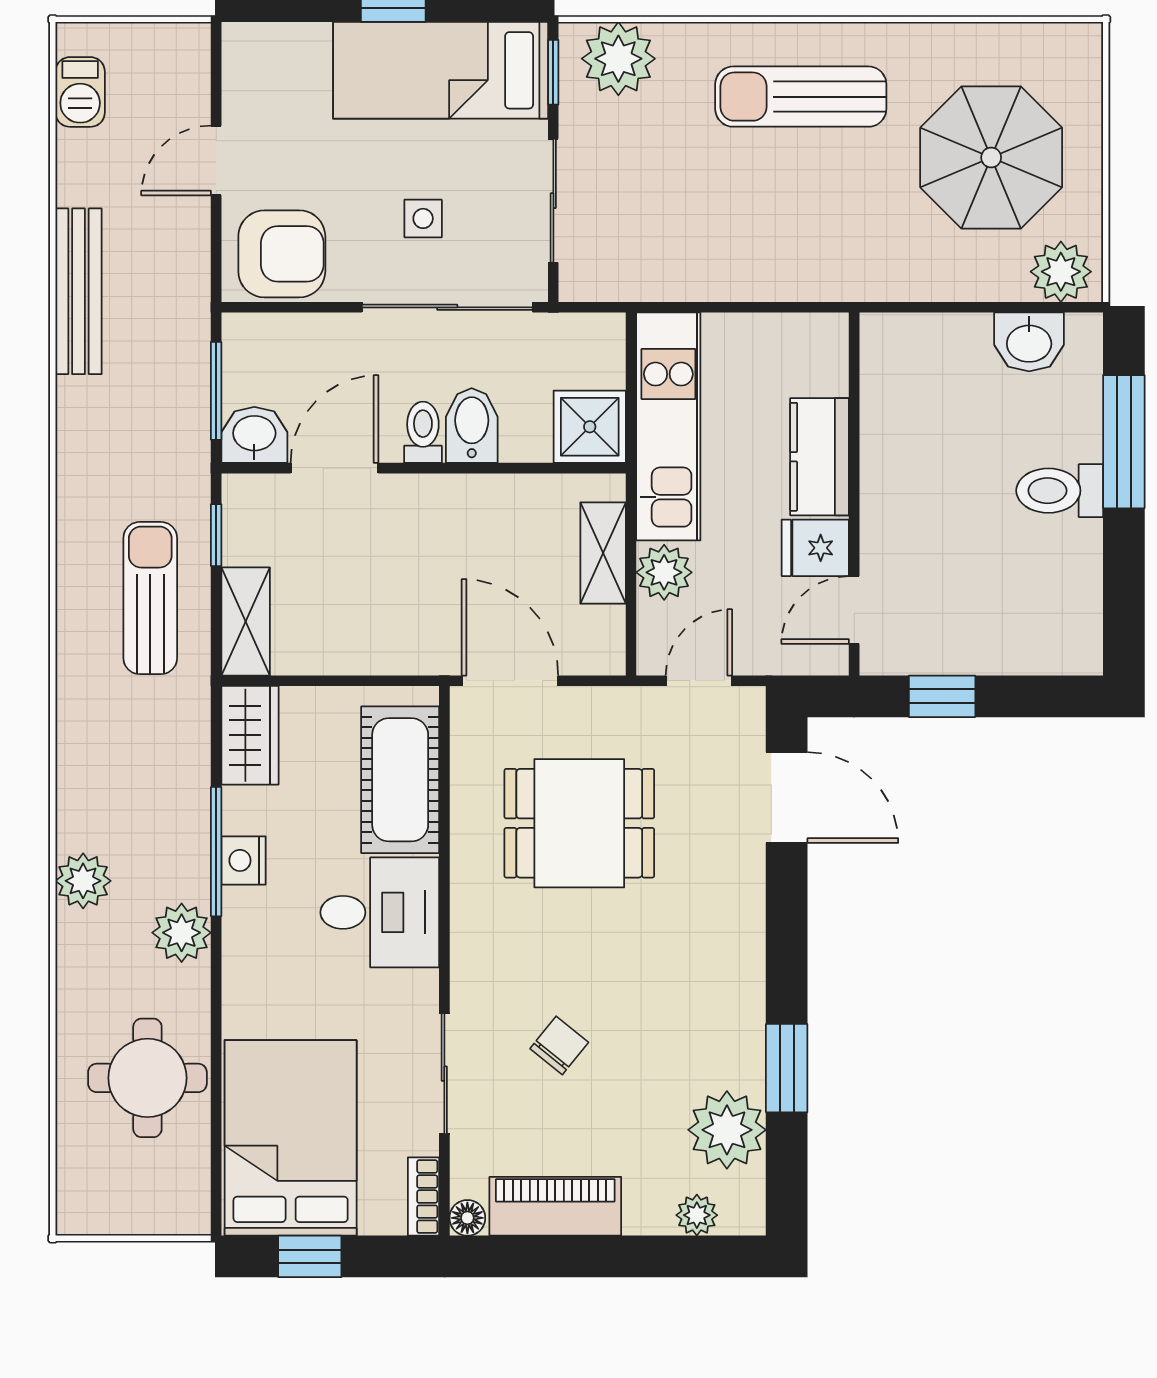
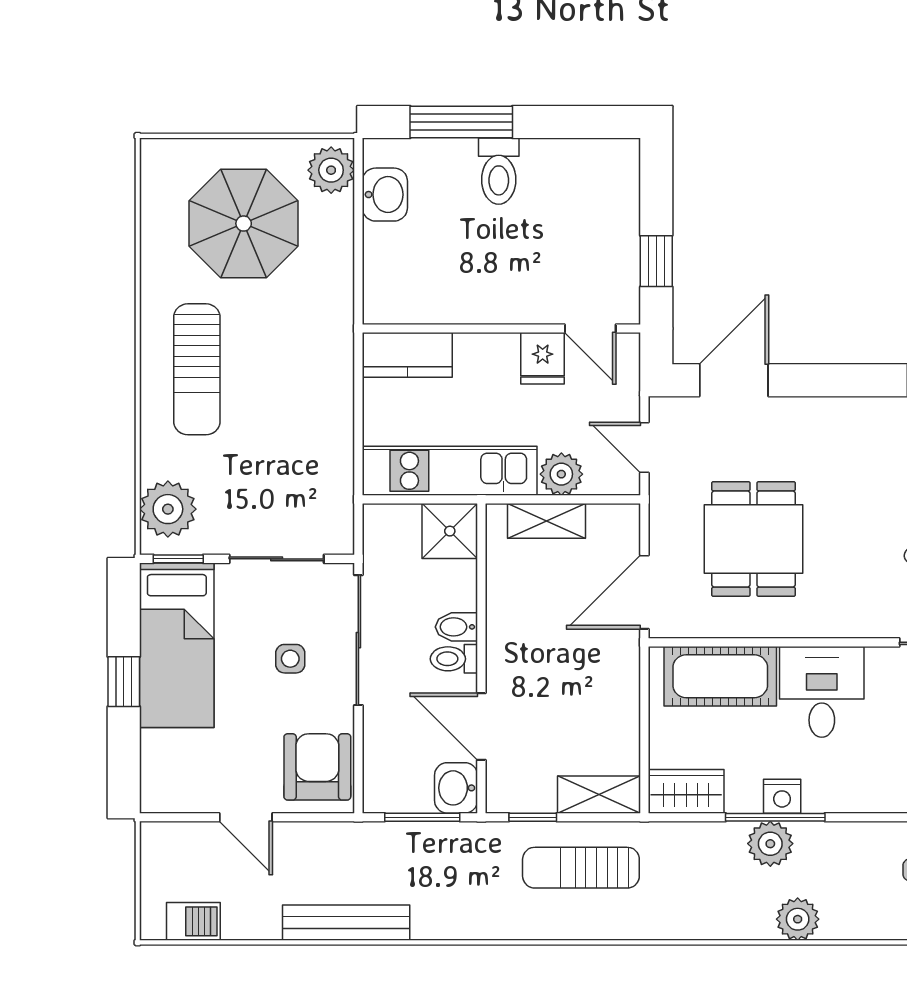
bidet: (472, 426) -> (456, 627), width x0.72, depth x0.74
kitchen counter: (820, 457) -> (407, 355), moved
plant: (182, 933) -> (770, 844), moved

